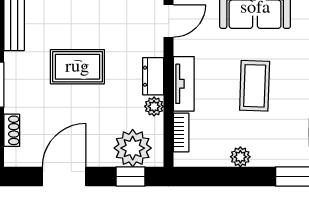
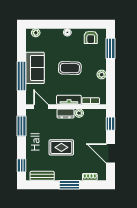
rug: (77, 67) -> (61, 147), turned 90
plant: (133, 148) -> (98, 123), removed

